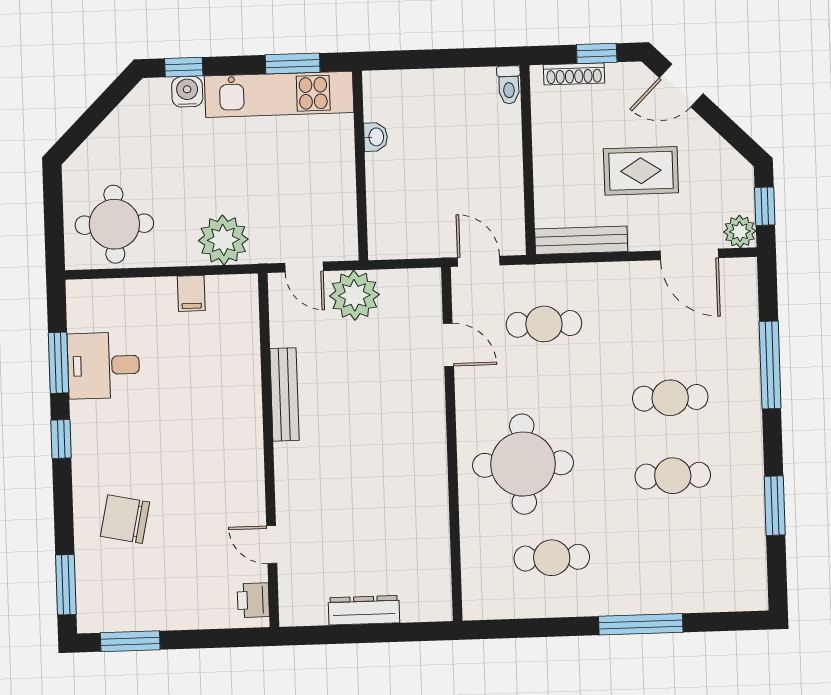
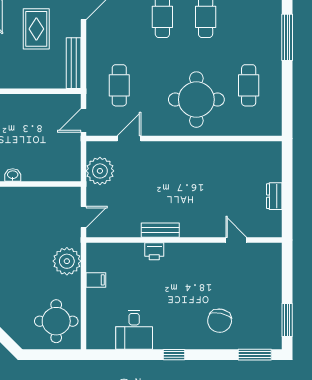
plant: (354, 295) -> (100, 171), moved
window: (59, 363) -> (132, 355), removed
bench: (284, 394) -> (160, 230), width x0.73
door: (272, 545) -> (236, 240), swing flipped
printer: (253, 600) -> (154, 251), moved
dresser: (364, 610) -> (274, 196), width x0.70

